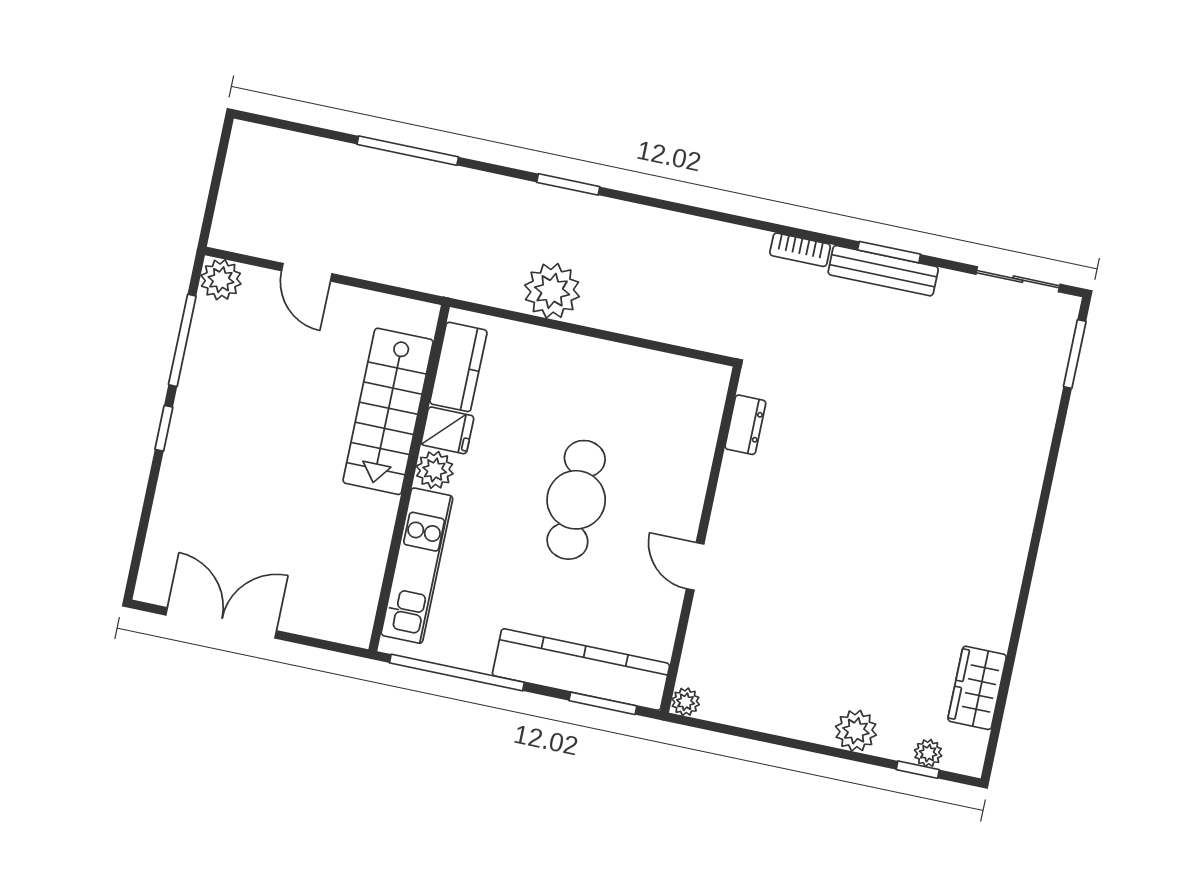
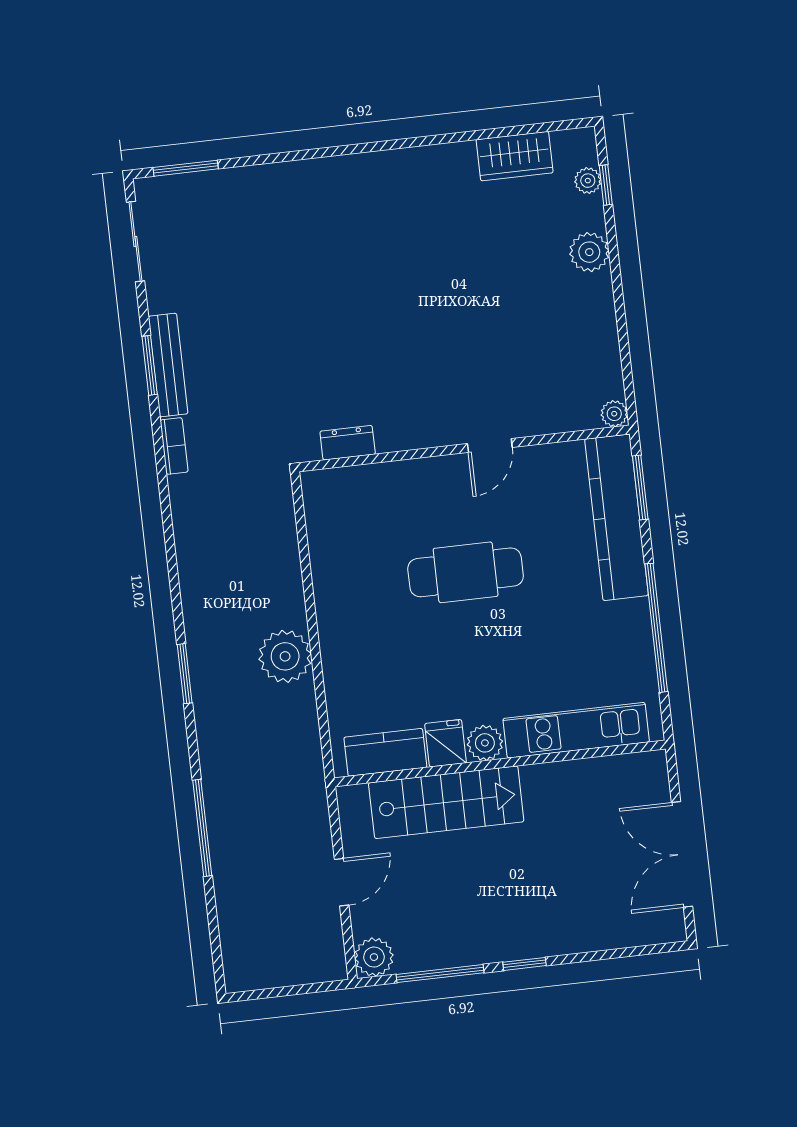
kitchen counter: (458, 367) -> (385, 752), moved
stairs: (388, 411) -> (446, 802), moved
fridge: (447, 430) -> (446, 743), moved
plant: (435, 470) -> (485, 743), moved
wall: (409, 478) -> (500, 763), moved
kitchen unit: (417, 566) -> (576, 730), moved

